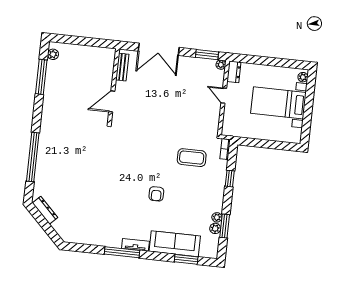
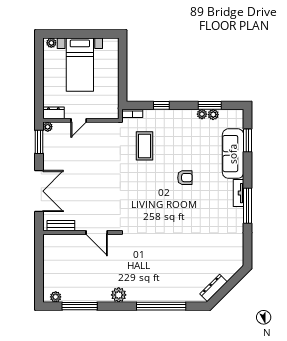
plant: (48, 116) -> (119, 295), added

